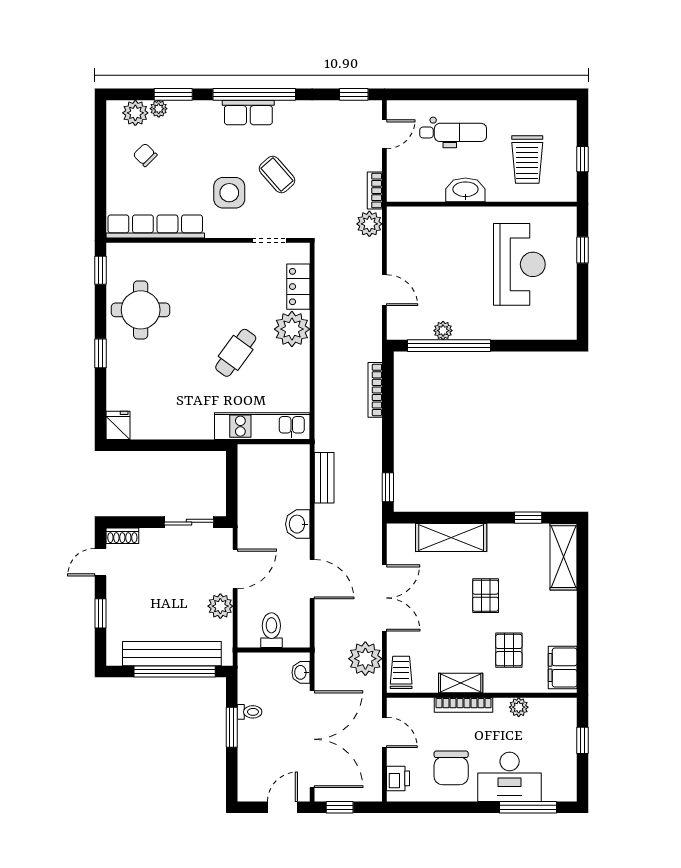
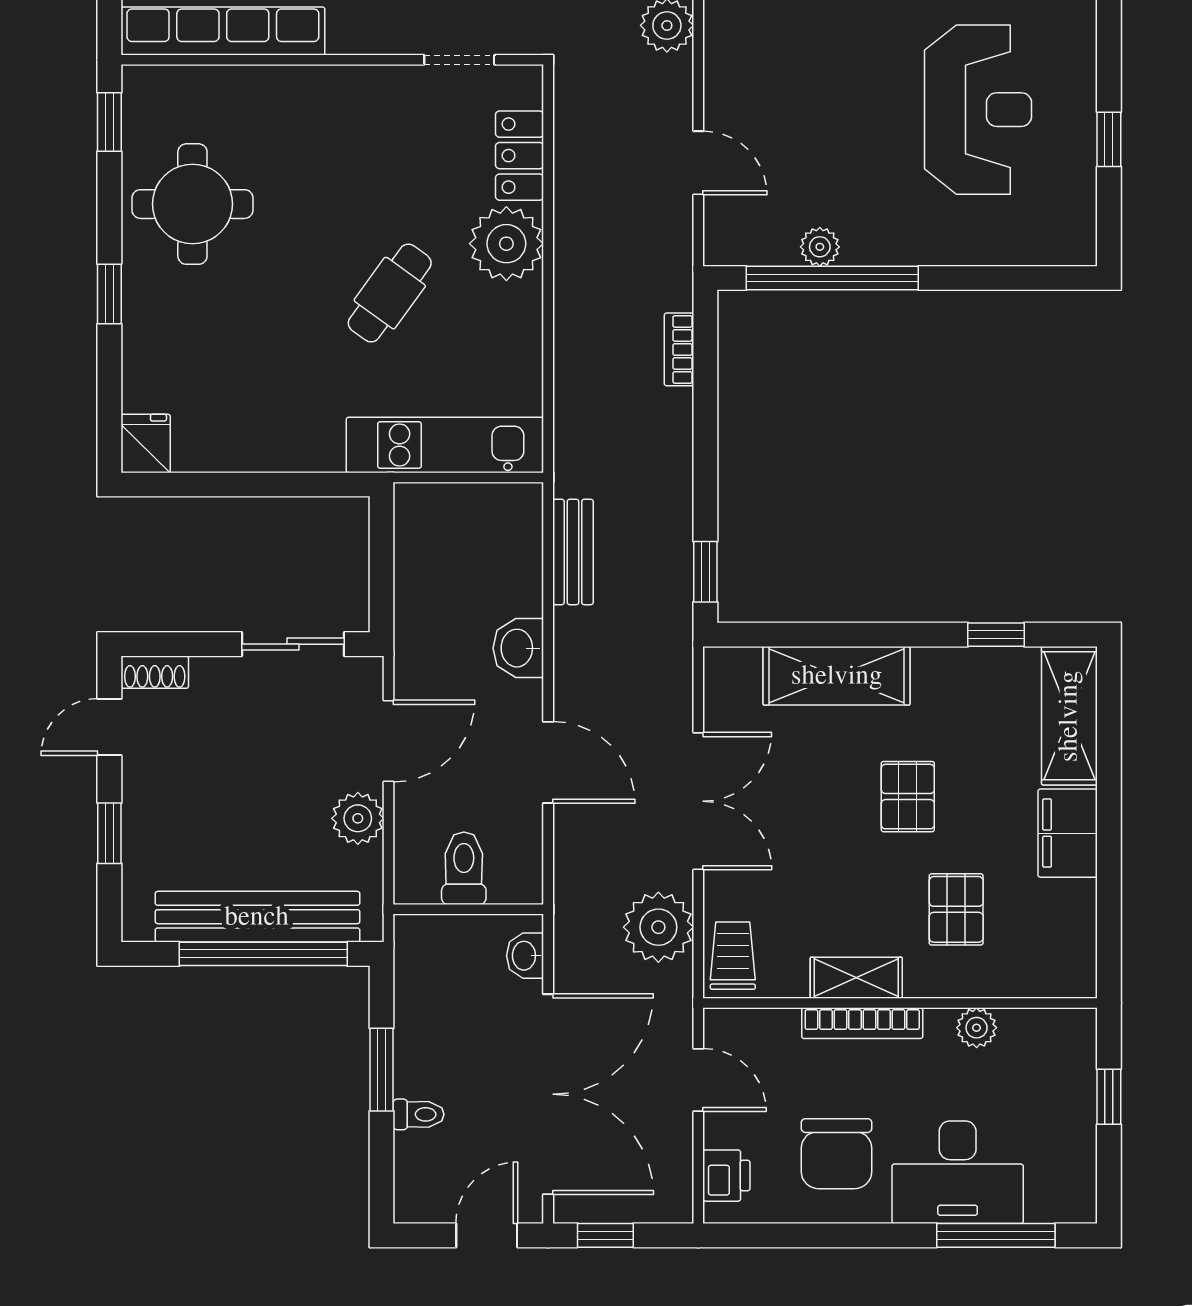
window: (583, 250) -> (1109, 139), moved
bookcase: (375, 390) -> (679, 349), width x0.64
filing cabinet: (563, 668) -> (1068, 833), moved
toilet: (250, 712) -> (419, 1114), moved

